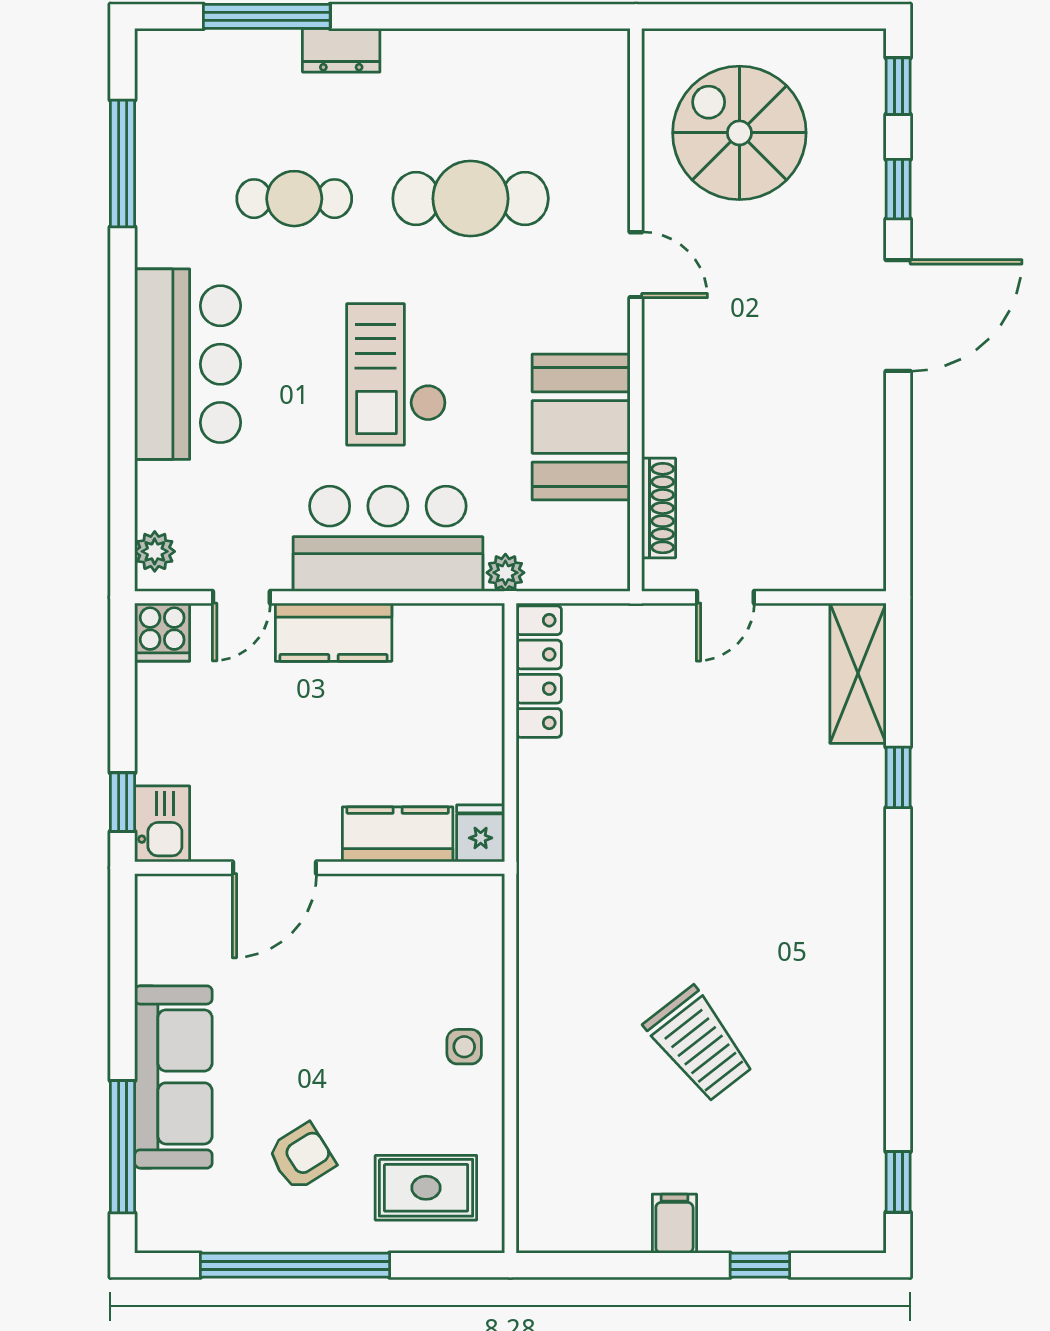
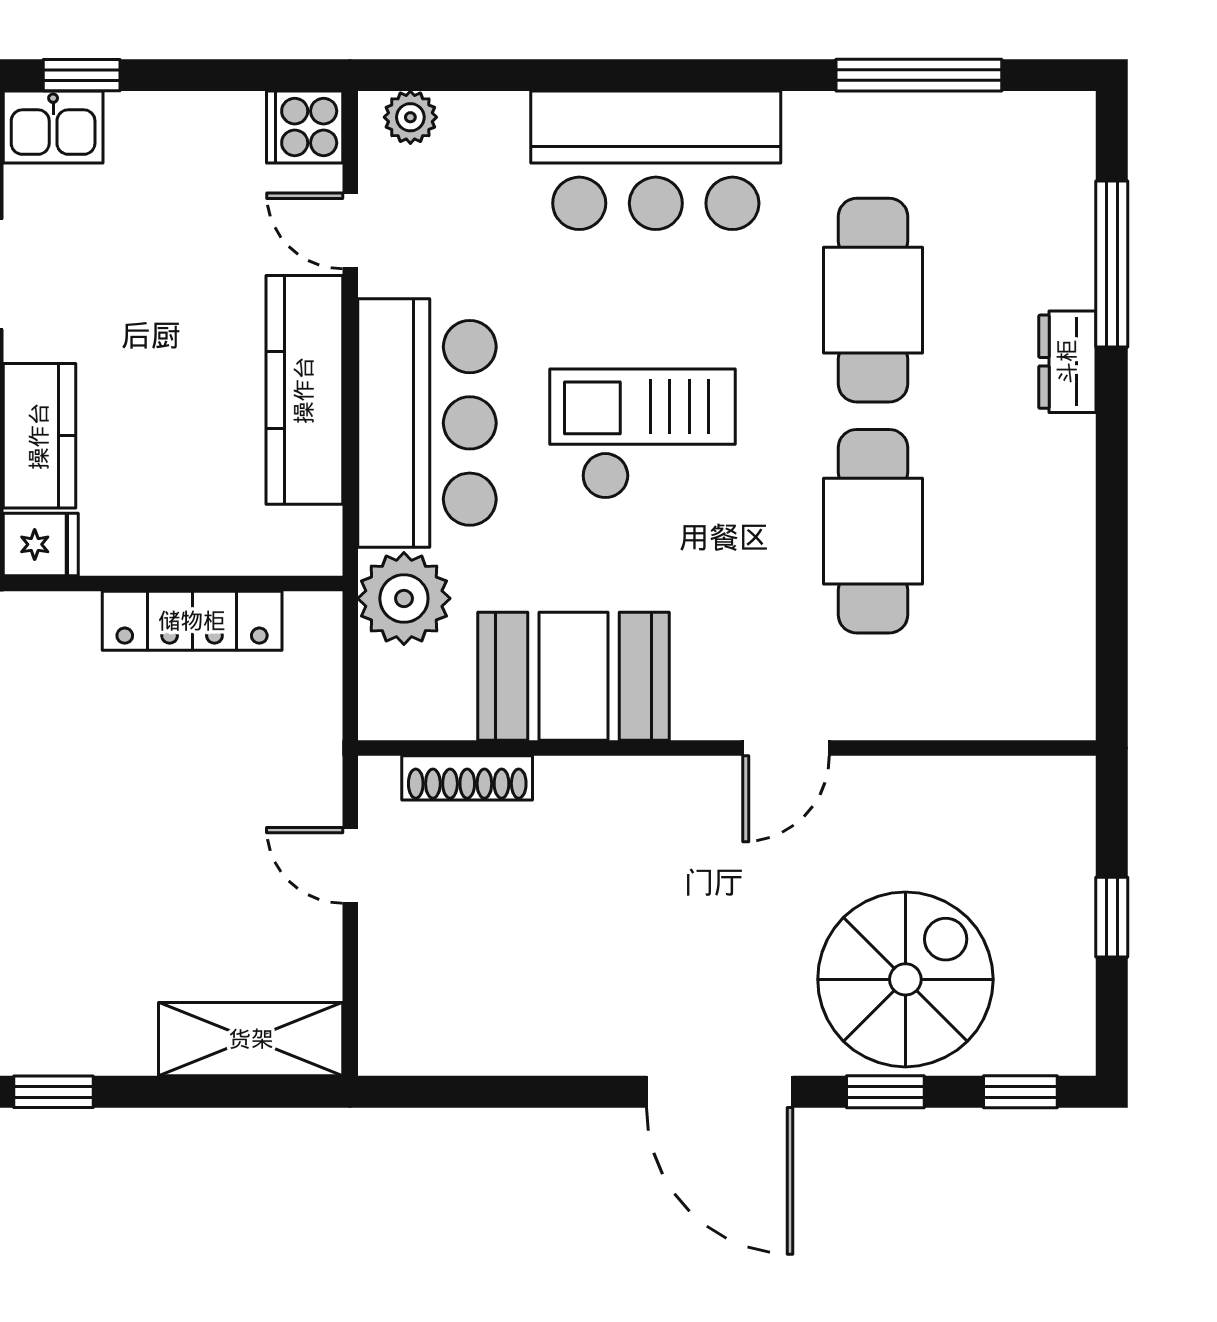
window: (765, 16) -> (1112, 917), added
spiral stairs: (739, 133) -> (905, 979), moved
cafe table: (294, 199) -> (873, 300), width x1.37, depth x1.35
plant: (505, 573) -> (404, 598), width x1.87, depth x1.87
kitchen counter: (334, 632) -> (304, 390), width x1.50
locker: (539, 672) -> (192, 621), moved
window: (898, 777) -> (53, 1092), moved

